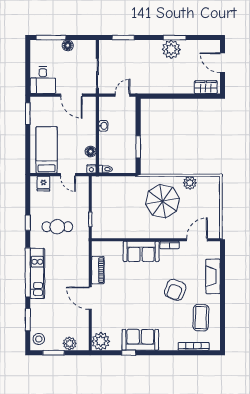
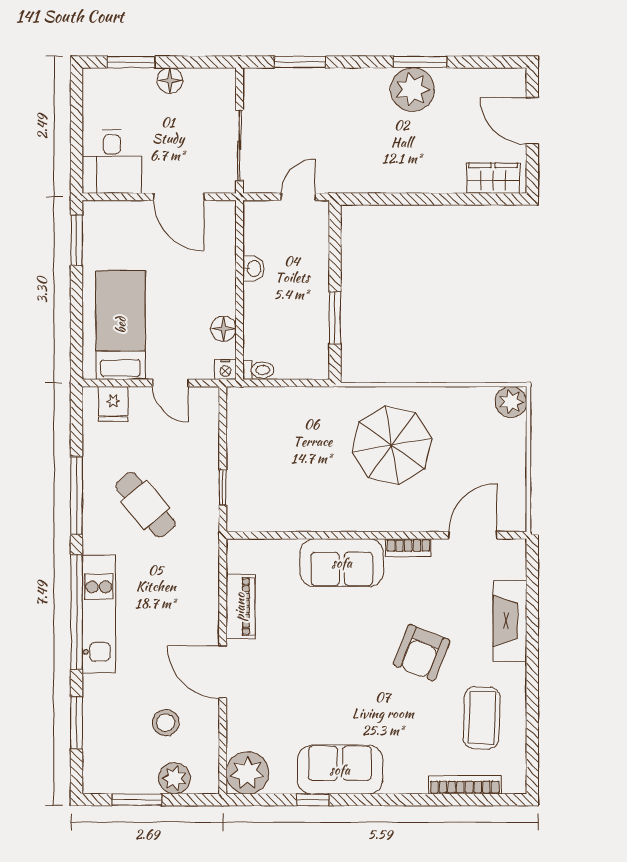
window: (51, 38) -> (131, 62), width x0.69
plant: (190, 183) -> (511, 402), moved
window: (28, 223) -> (77, 495), width x2.17
cafe table: (57, 227) -> (145, 505), turned 50
stool: (39, 339) -> (166, 723), moved

